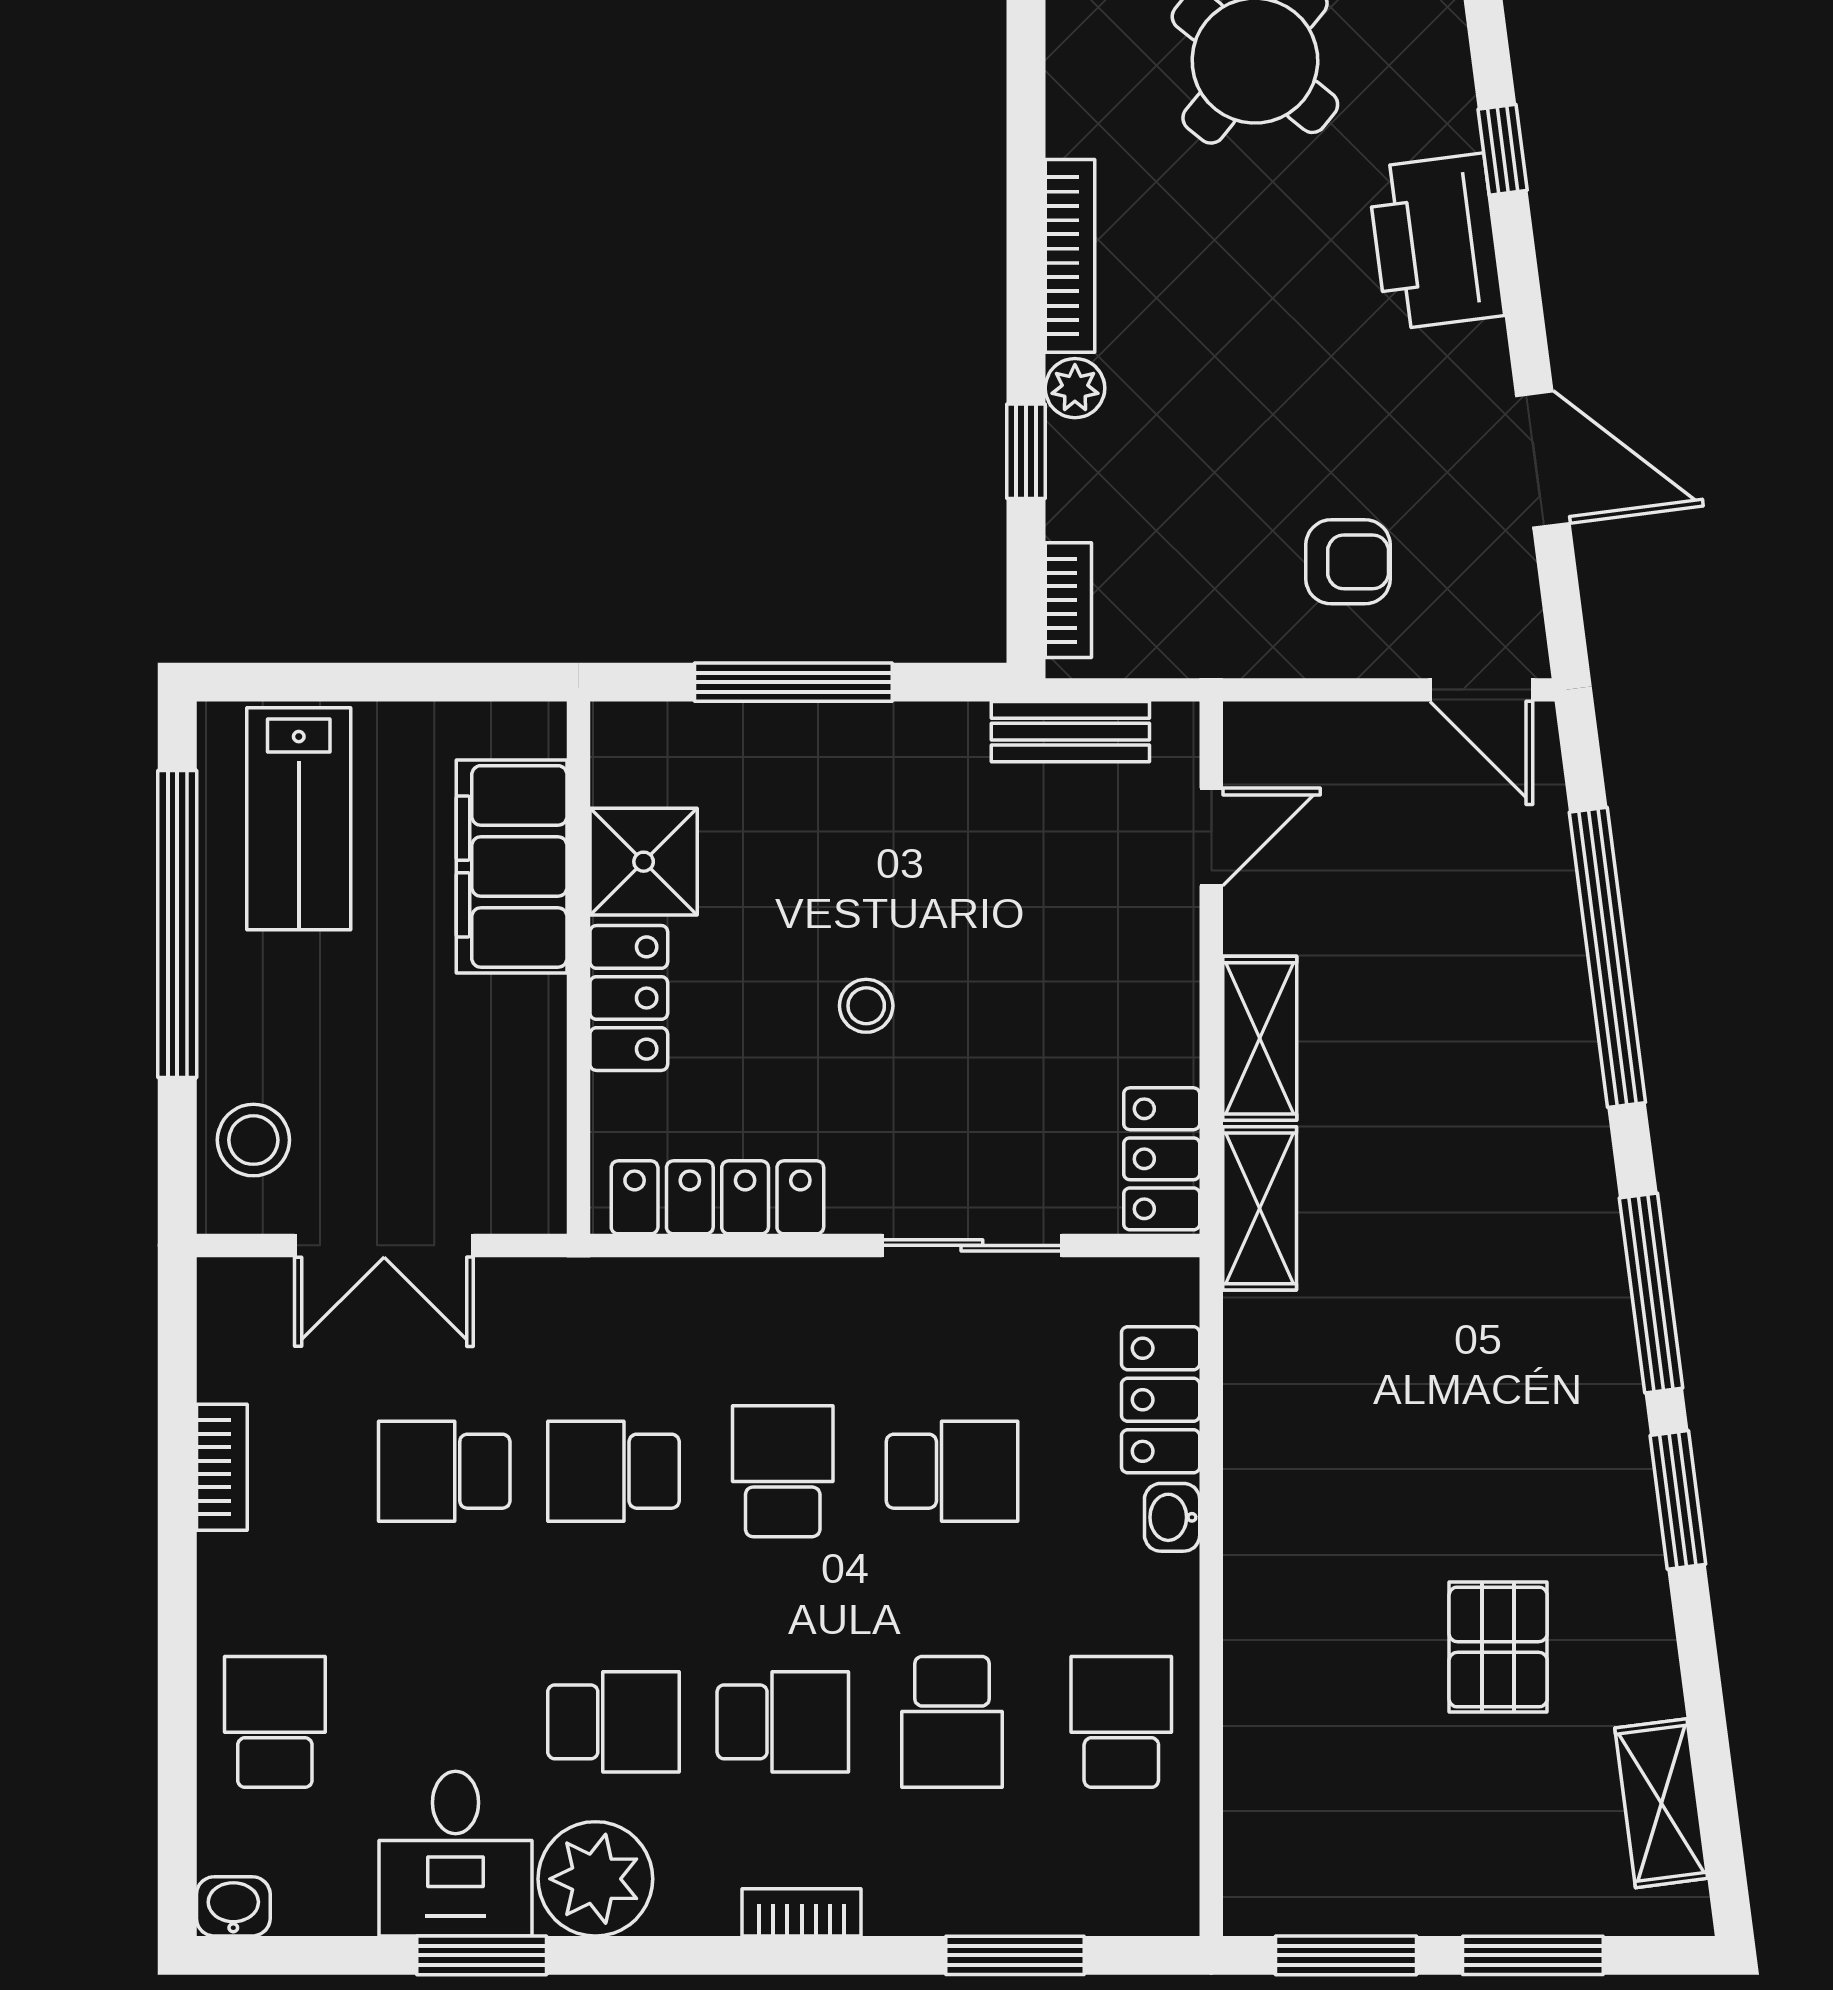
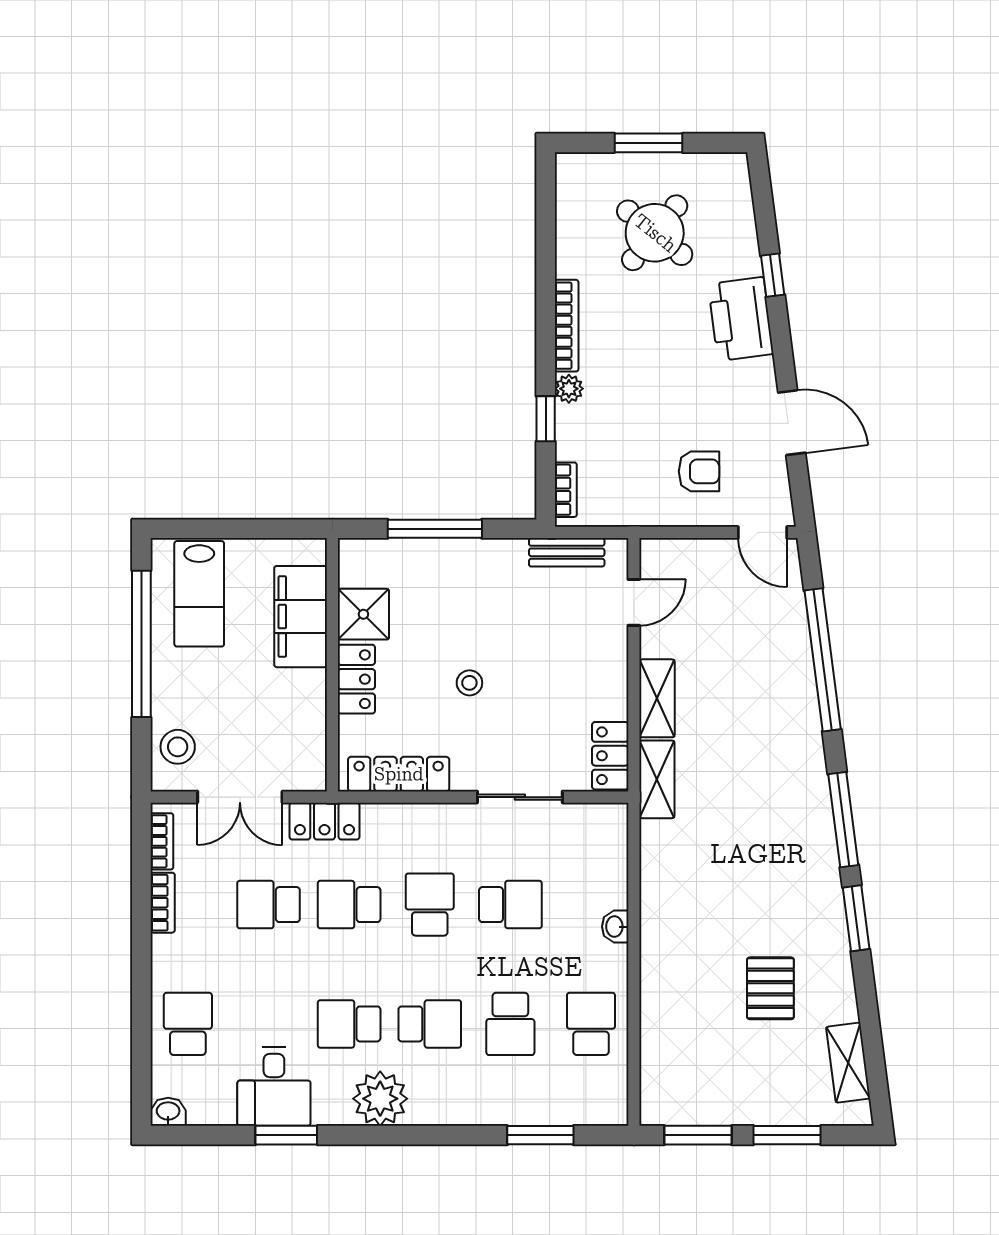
locker: (1161, 1400) -> (324, 821), moved, turned -90
school desk: (613, 1722) -> (349, 1024), turned 180
plant: (595, 1879) -> (380, 1099), moved
bookcase: (802, 1912) -> (162, 841), moved, turned 90

